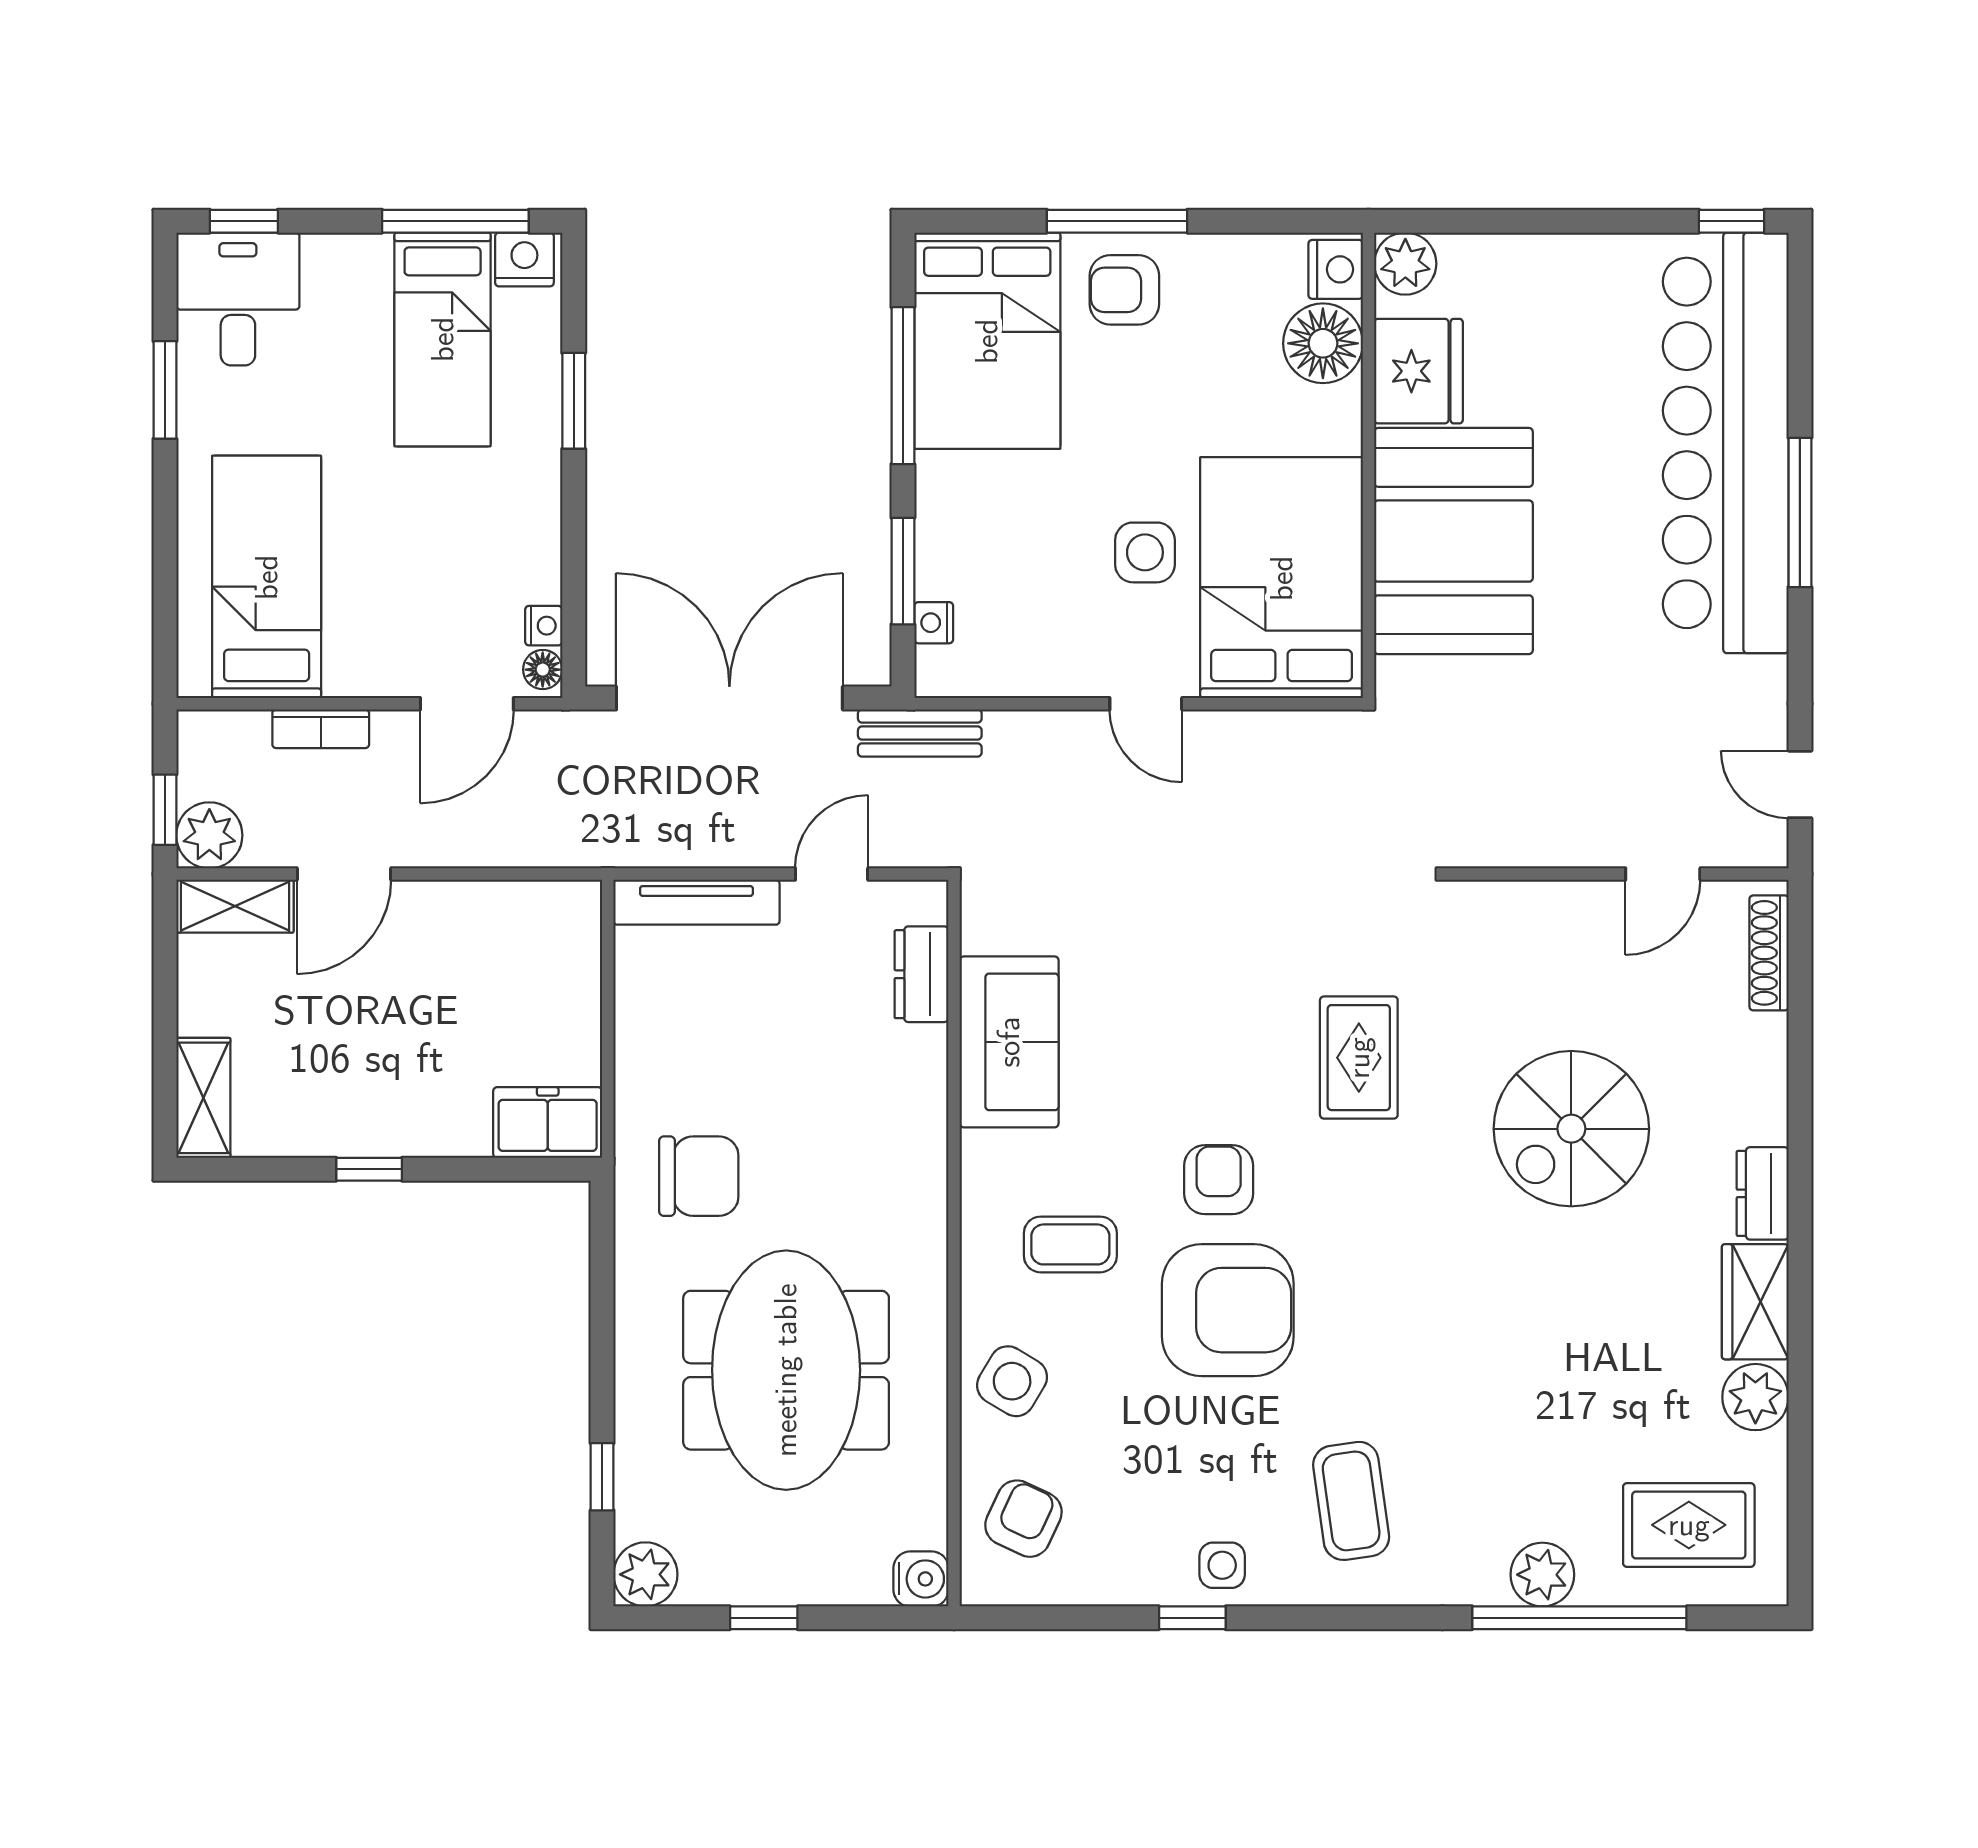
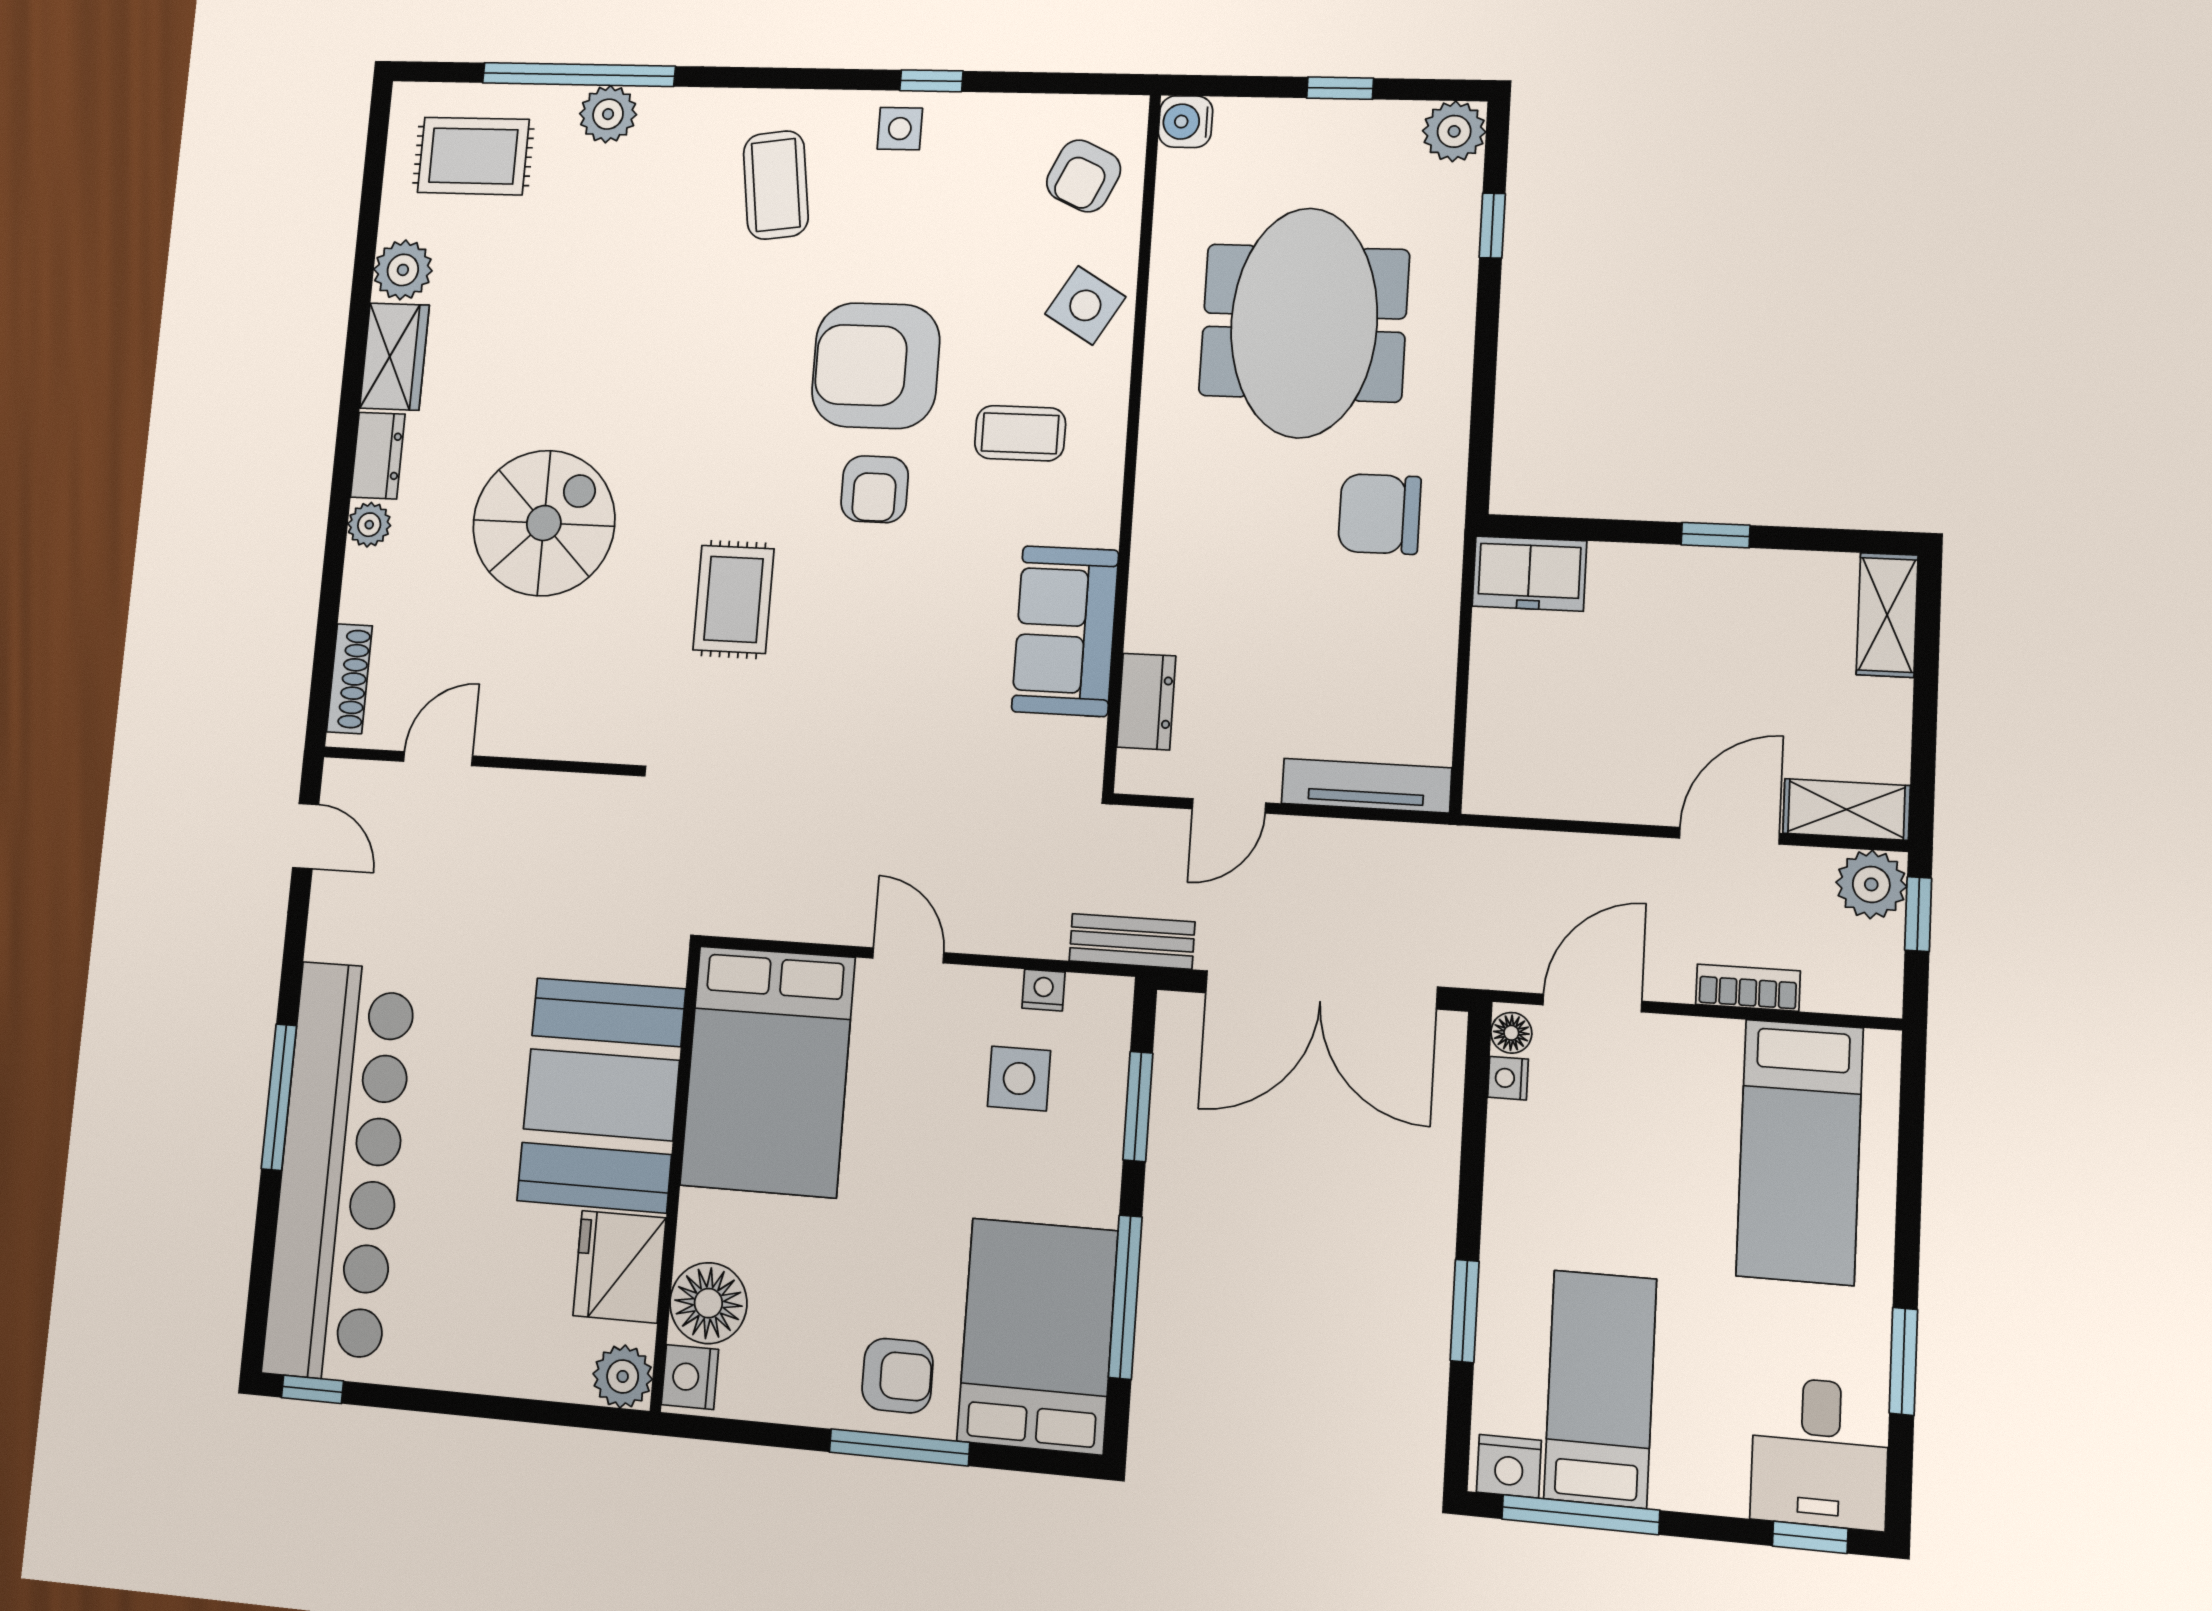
side table: (1145, 552) -> (1019, 1079), moved
nightstand: (934, 623) -> (1043, 990), moved, turned -90
plant: (1764, 1119) -> (369, 525), added

